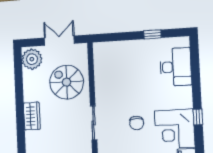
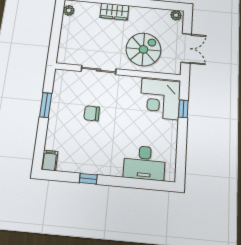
window: (152, 34) -> (183, 109), moved
plant: (32, 59) -> (176, 15), width x0.53, depth x0.53
corner desk: (175, 129) -> (160, 99), moved, turned -90

